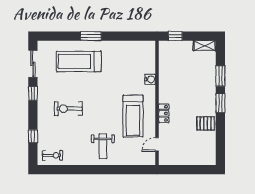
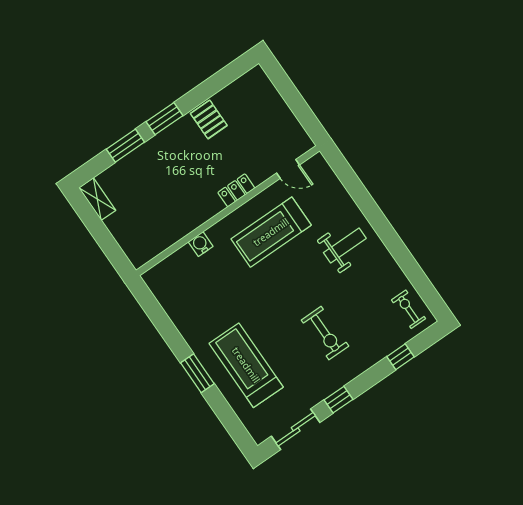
window: (175, 36) -> (113, 251), removed
treadmill: (79, 61) -> (246, 365), turned 180
treadmill: (133, 116) -> (271, 232), turned 180

